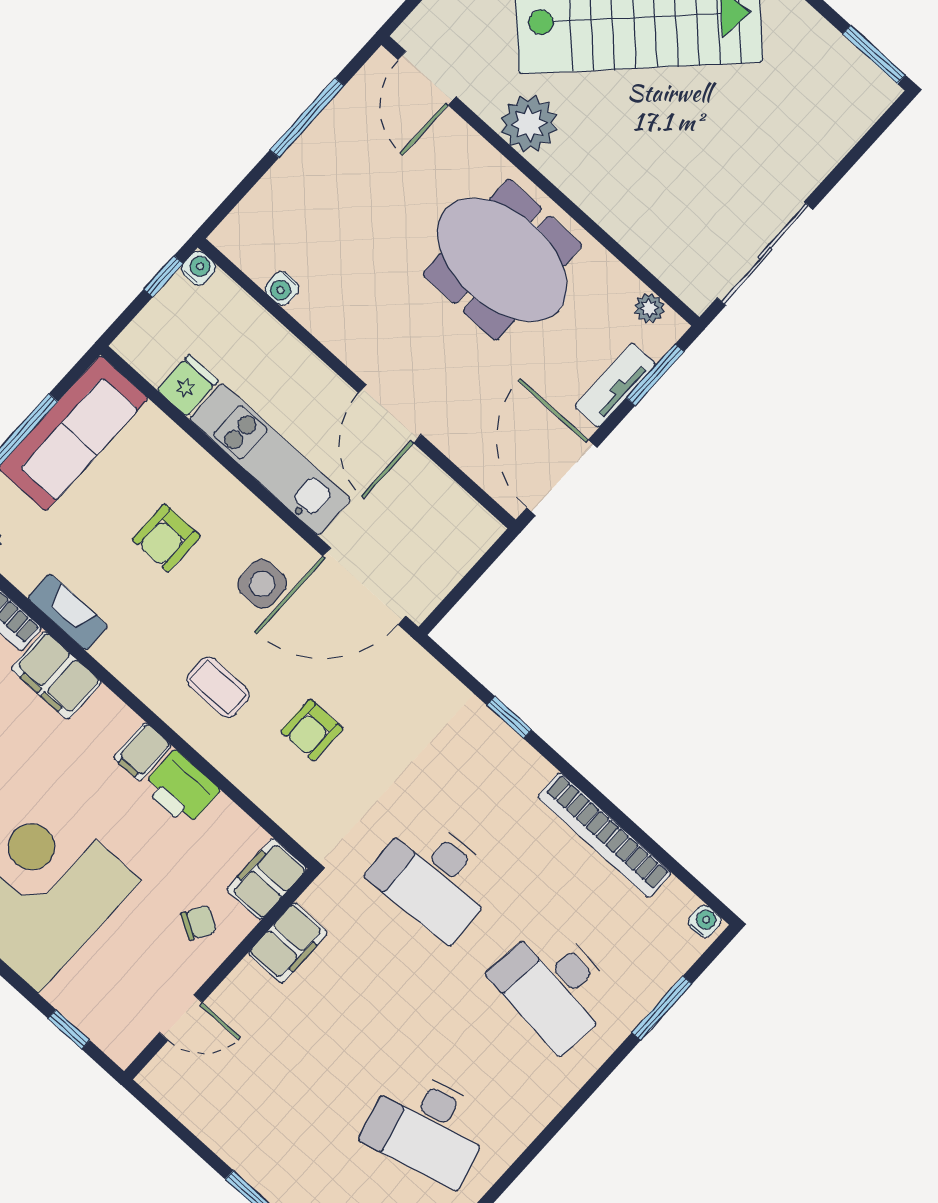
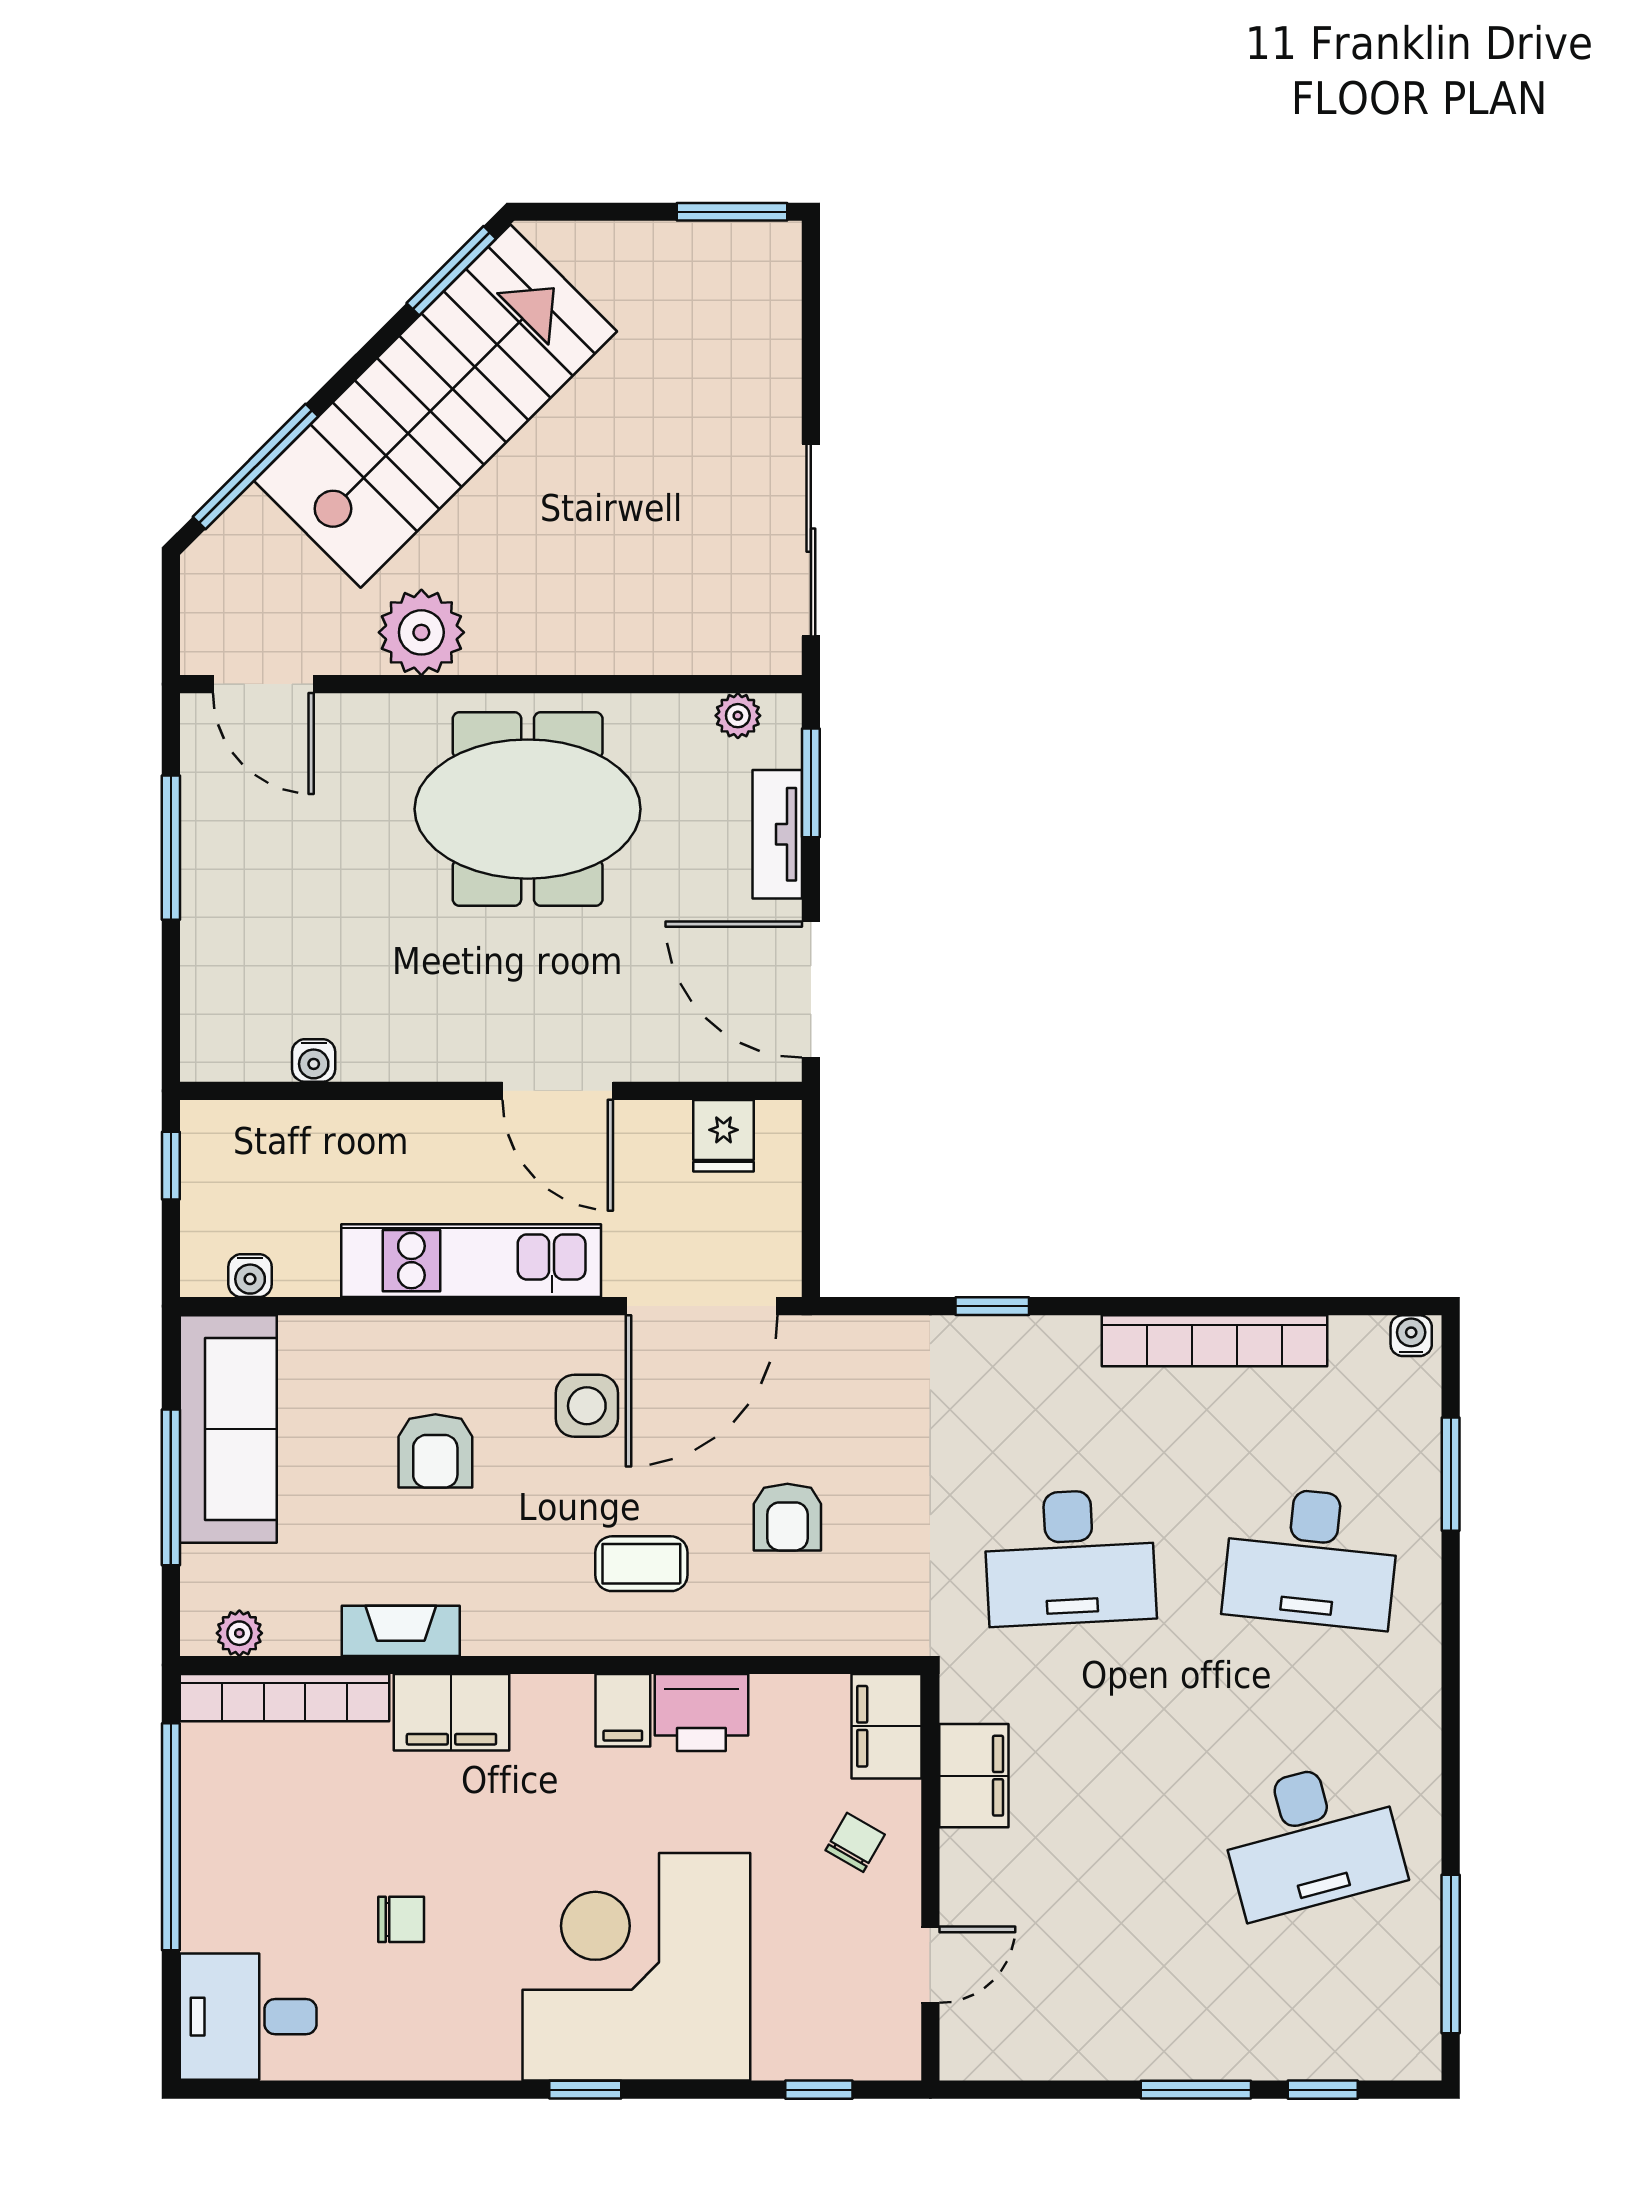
water cooler: (199, 268) -> (250, 1276), moved, turned 180
fridge: (188, 385) -> (724, 1136), moved, turned 180

